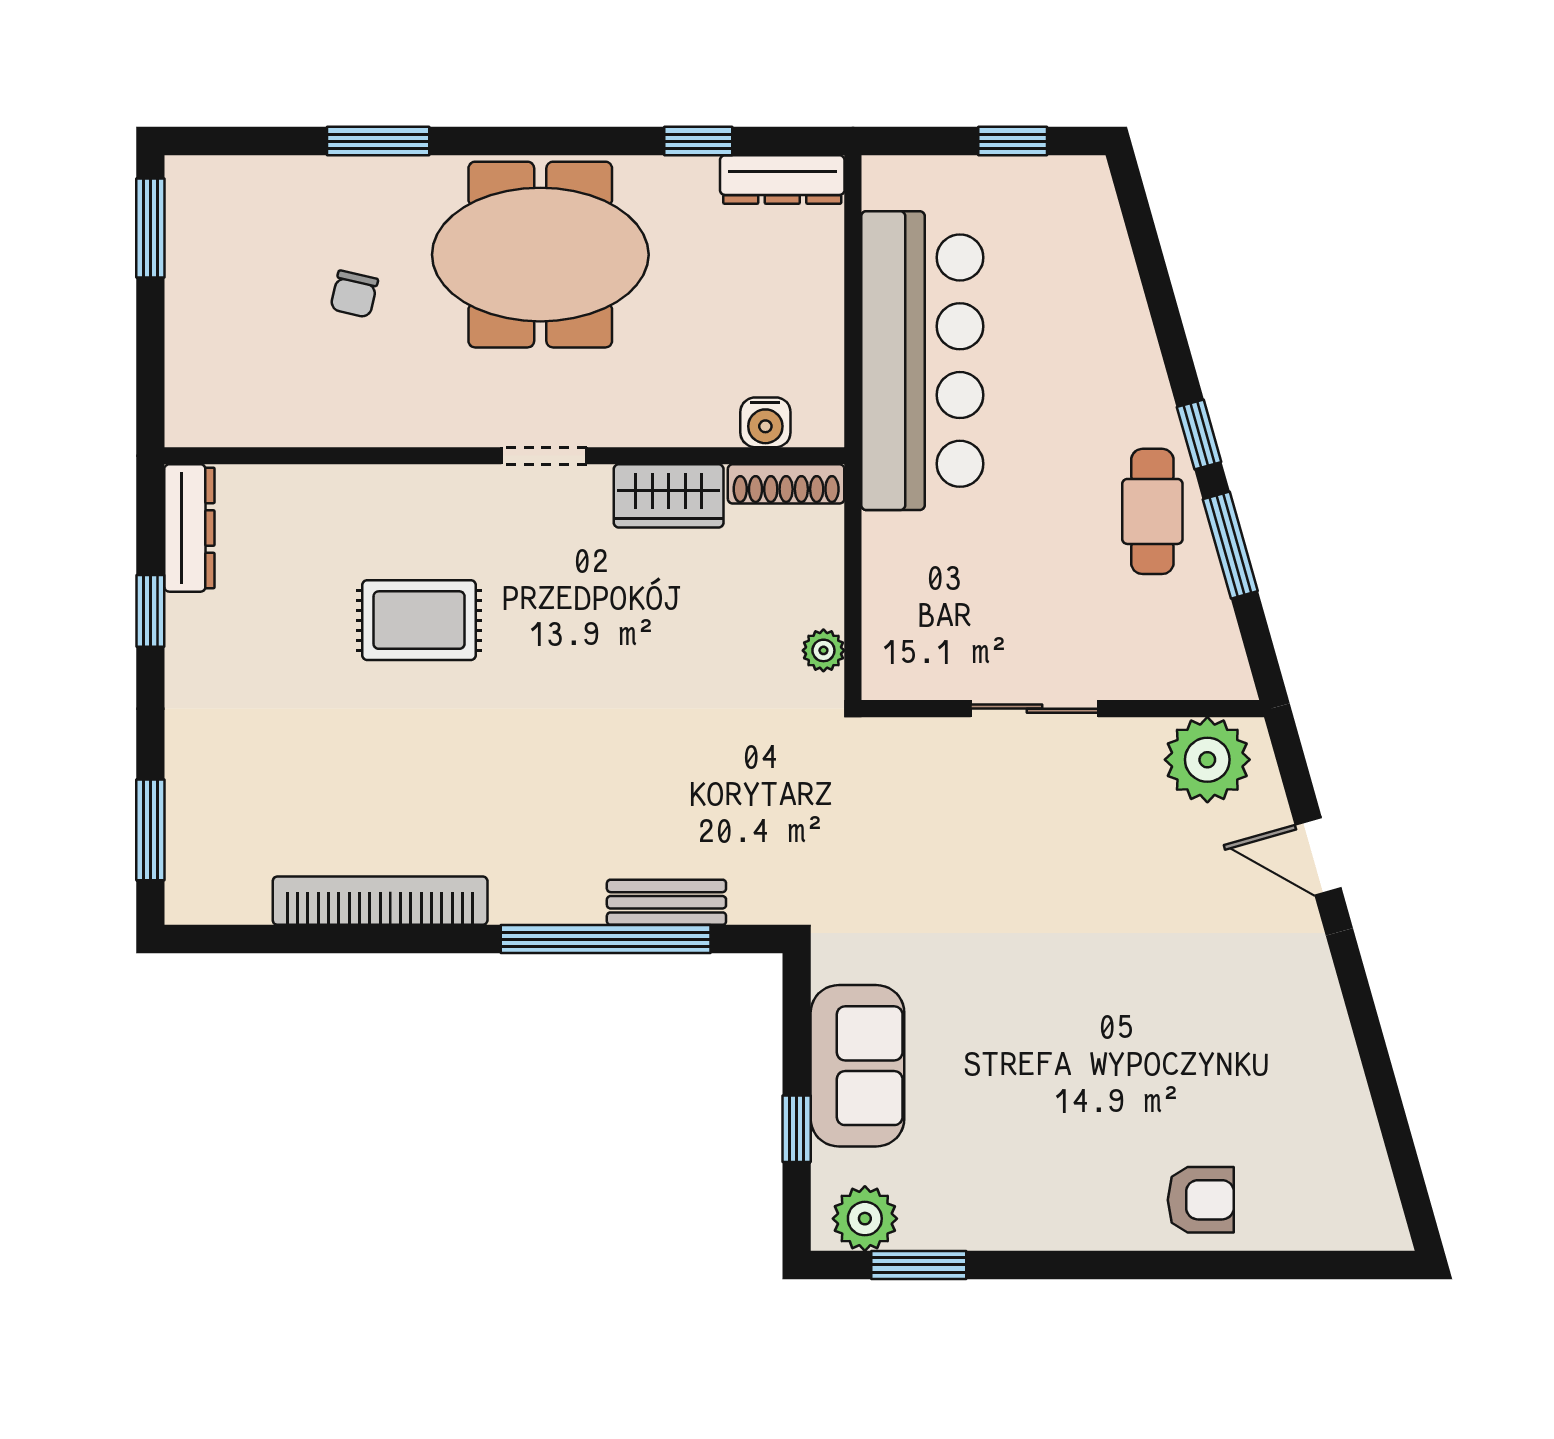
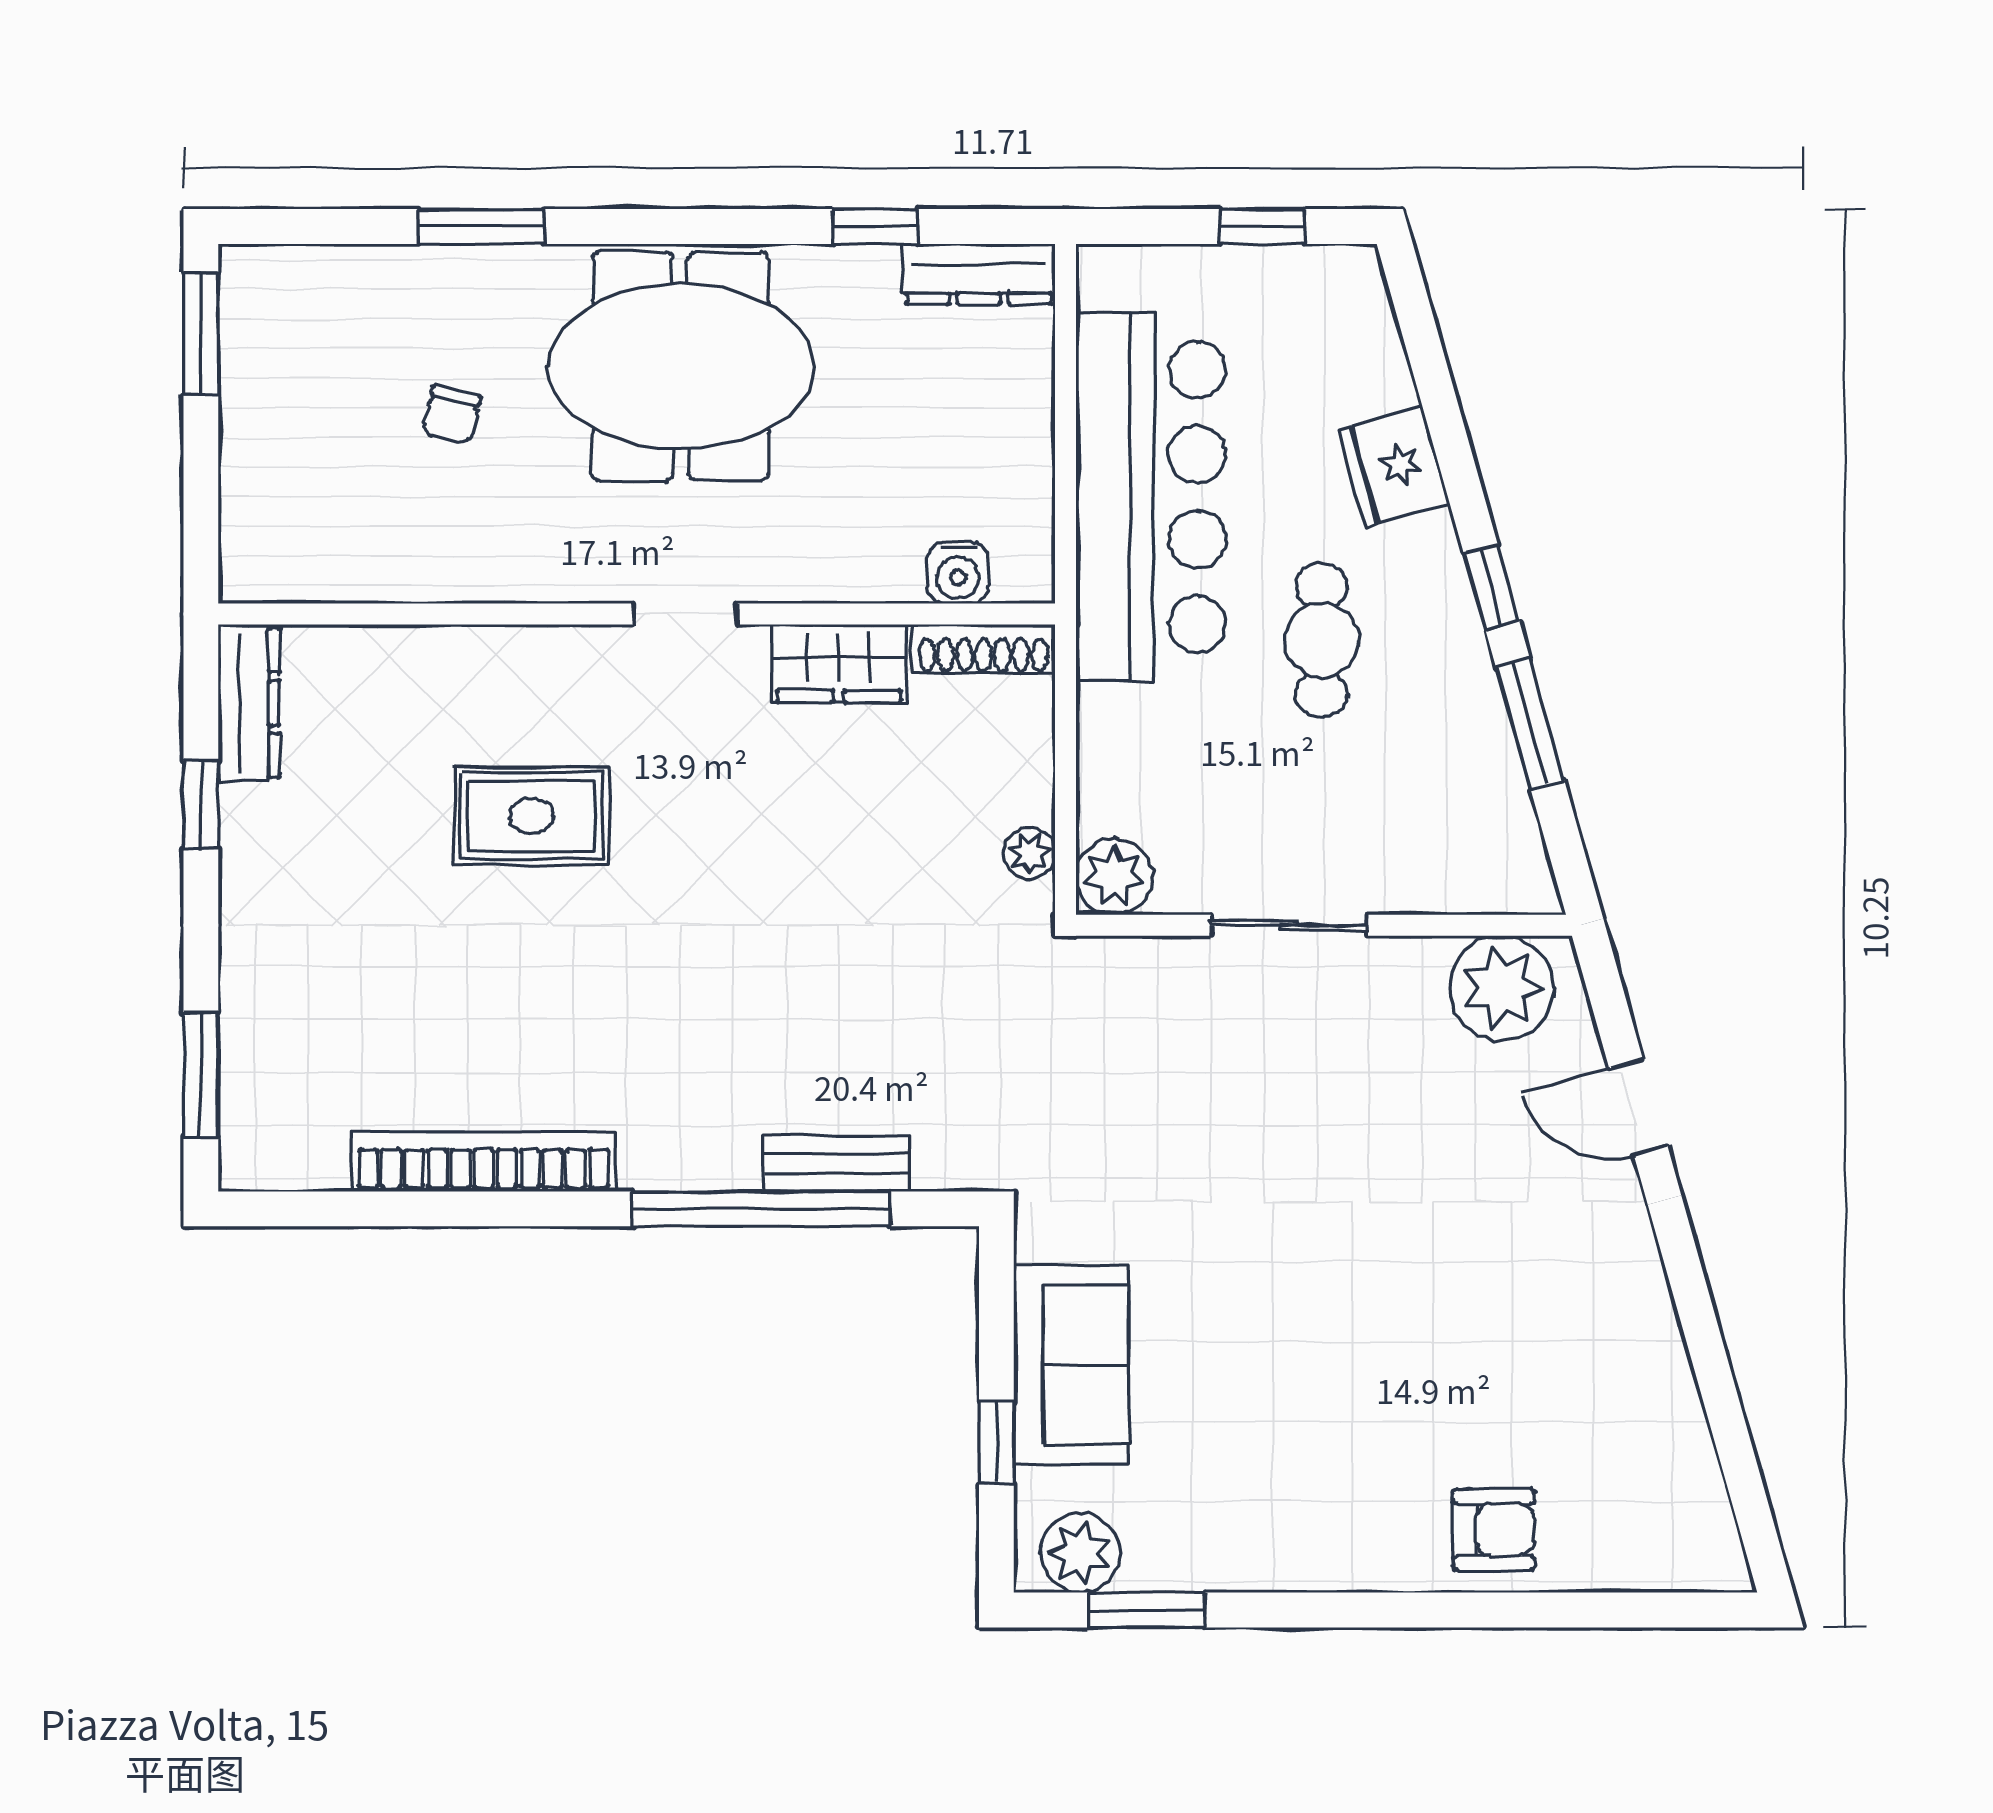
fridge: (1120, 336) -> (1394, 466), added
cafe table: (1152, 511) -> (1322, 640), moved
plant: (893, 669) -> (1114, 876), added

